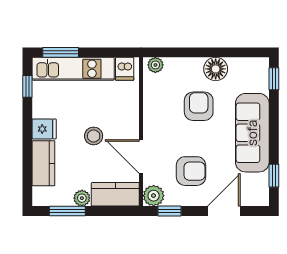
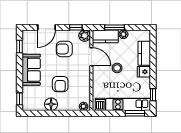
sofa: (252, 133) -> (31, 70), width x0.73
window: (67, 211) -> (115, 27), moved

